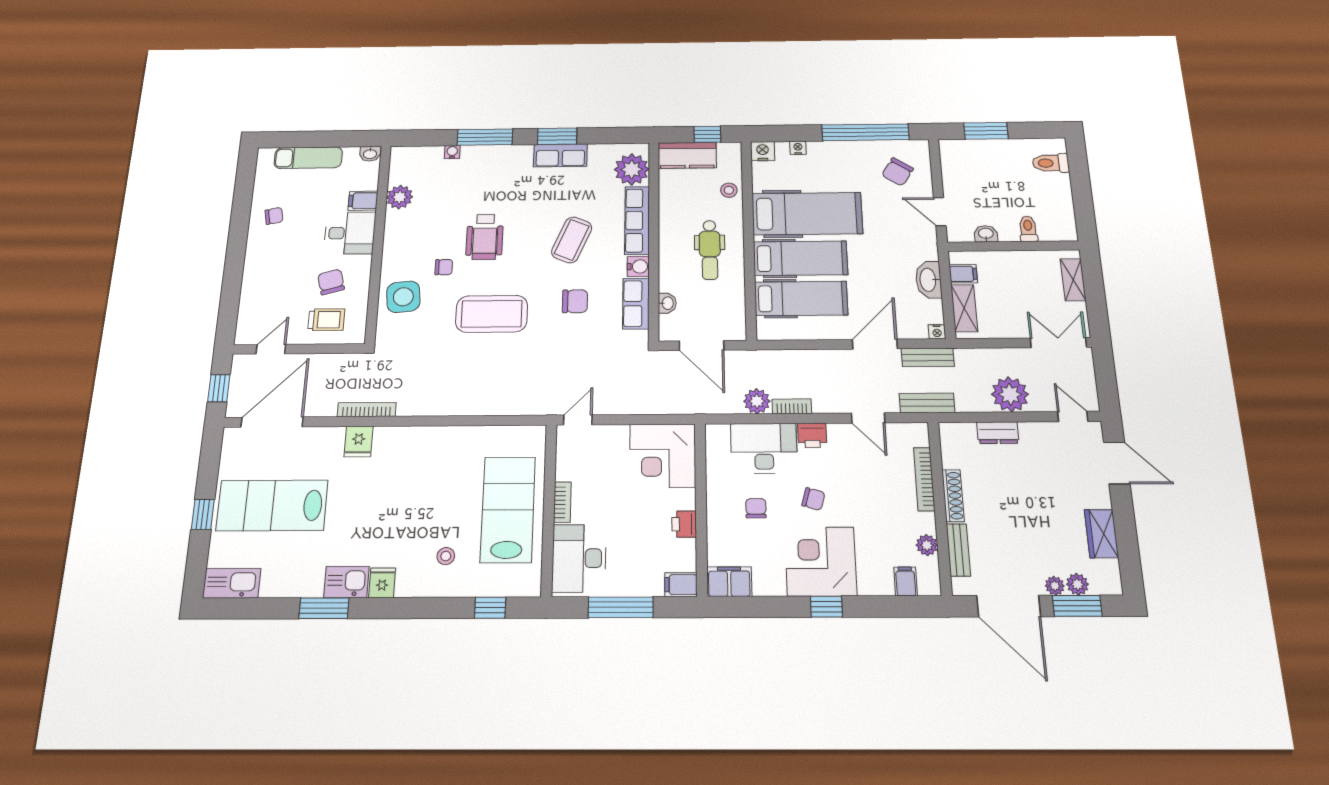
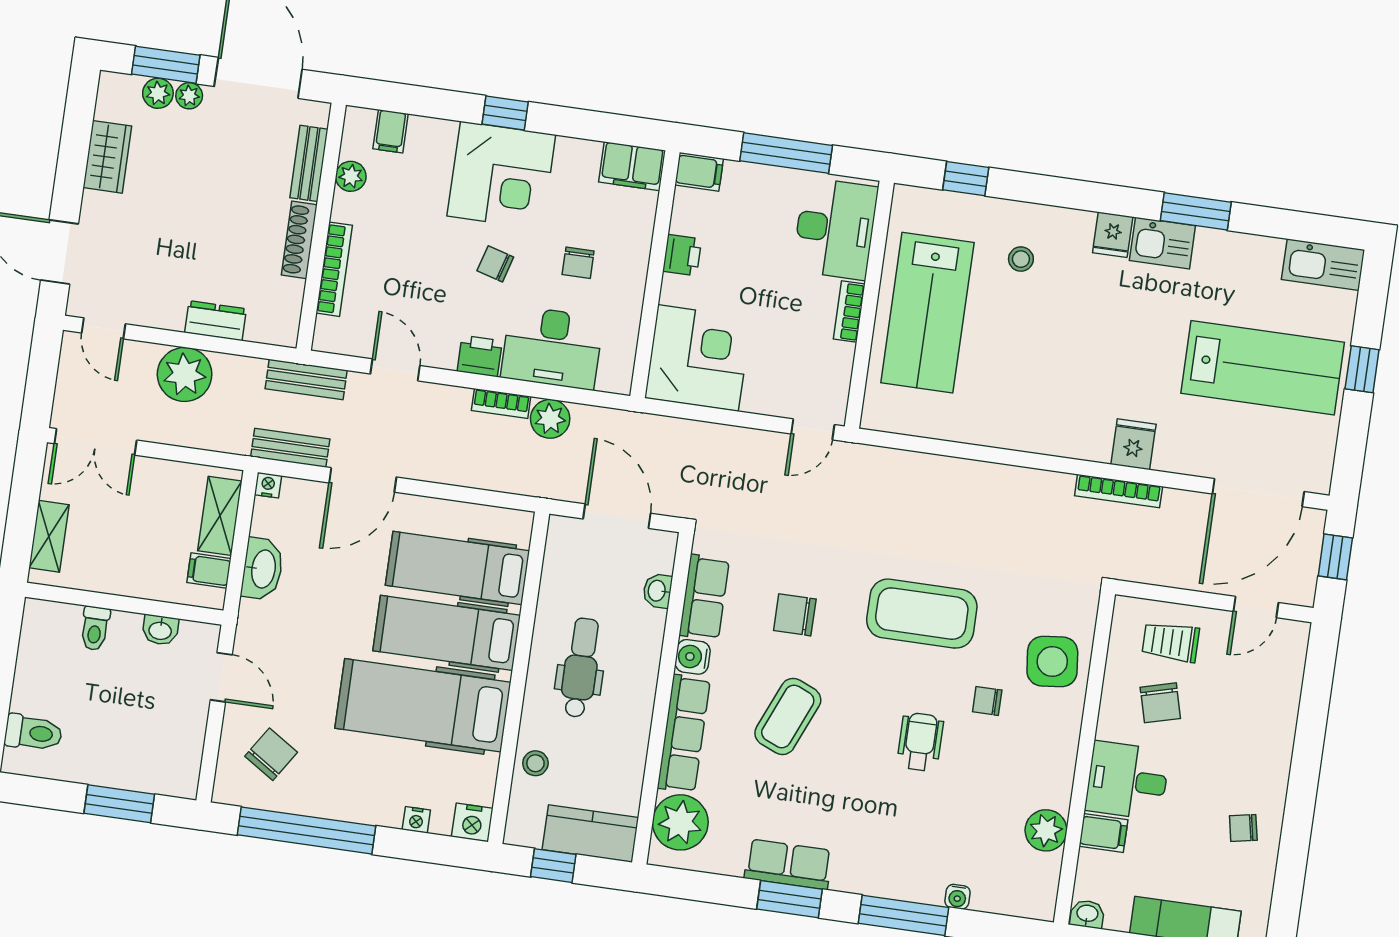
wheelchair: (485, 237) -> (920, 742), width x0.73, depth x0.73

